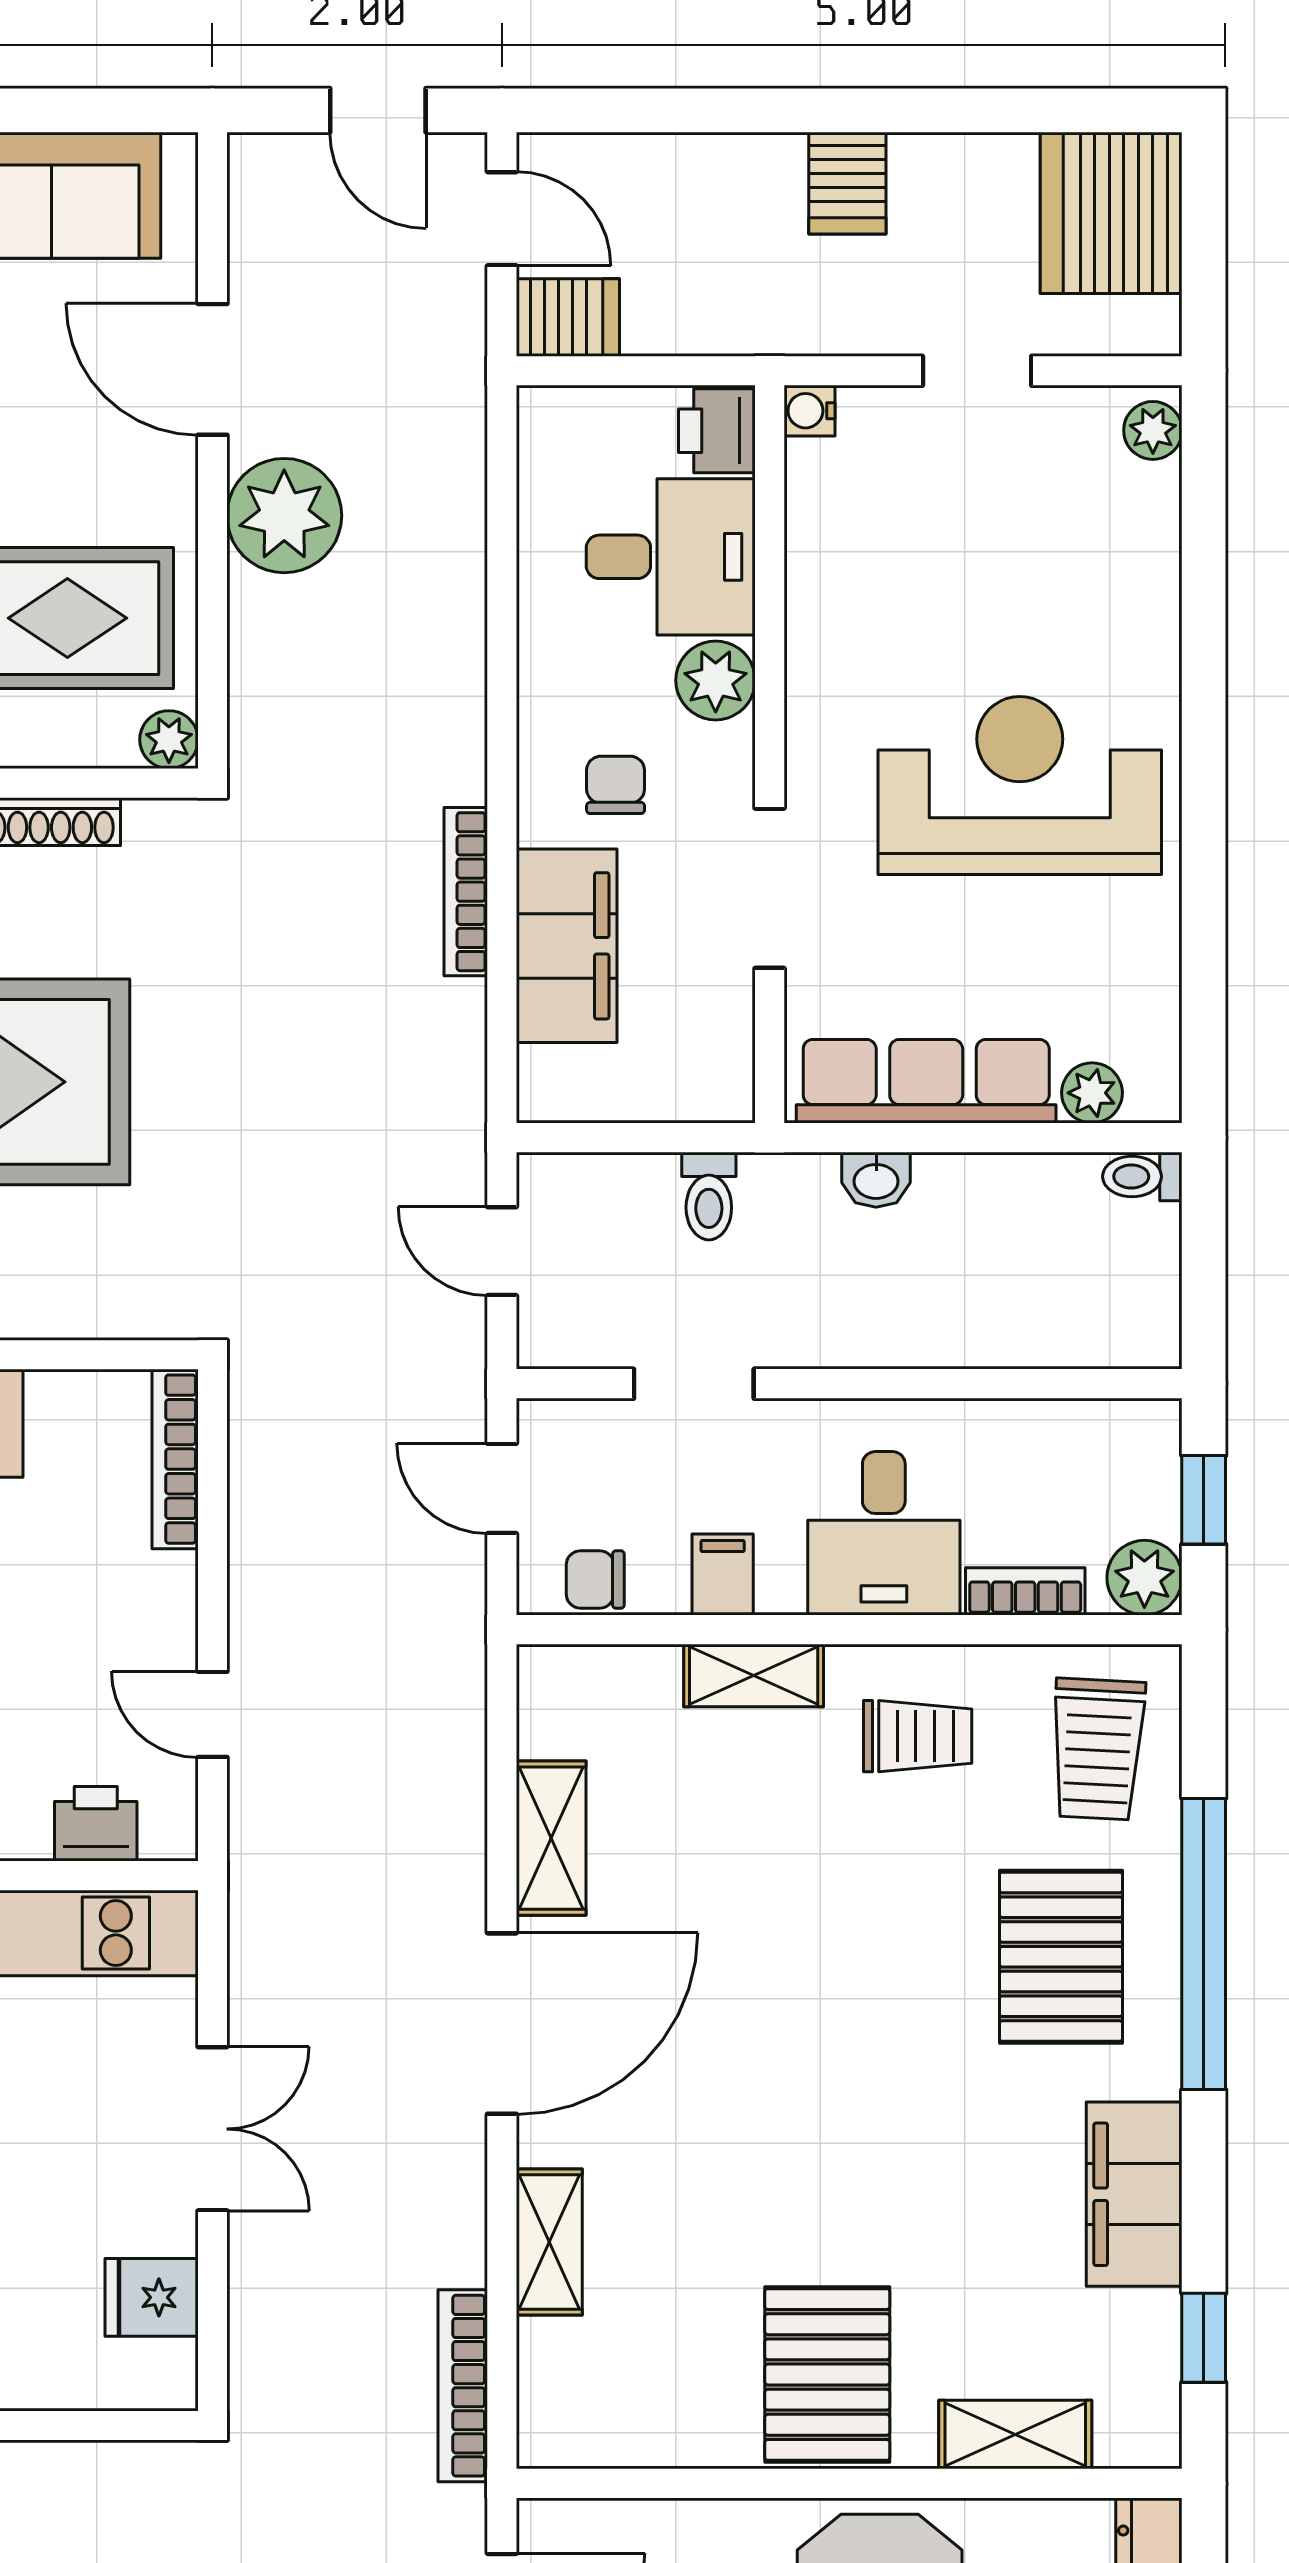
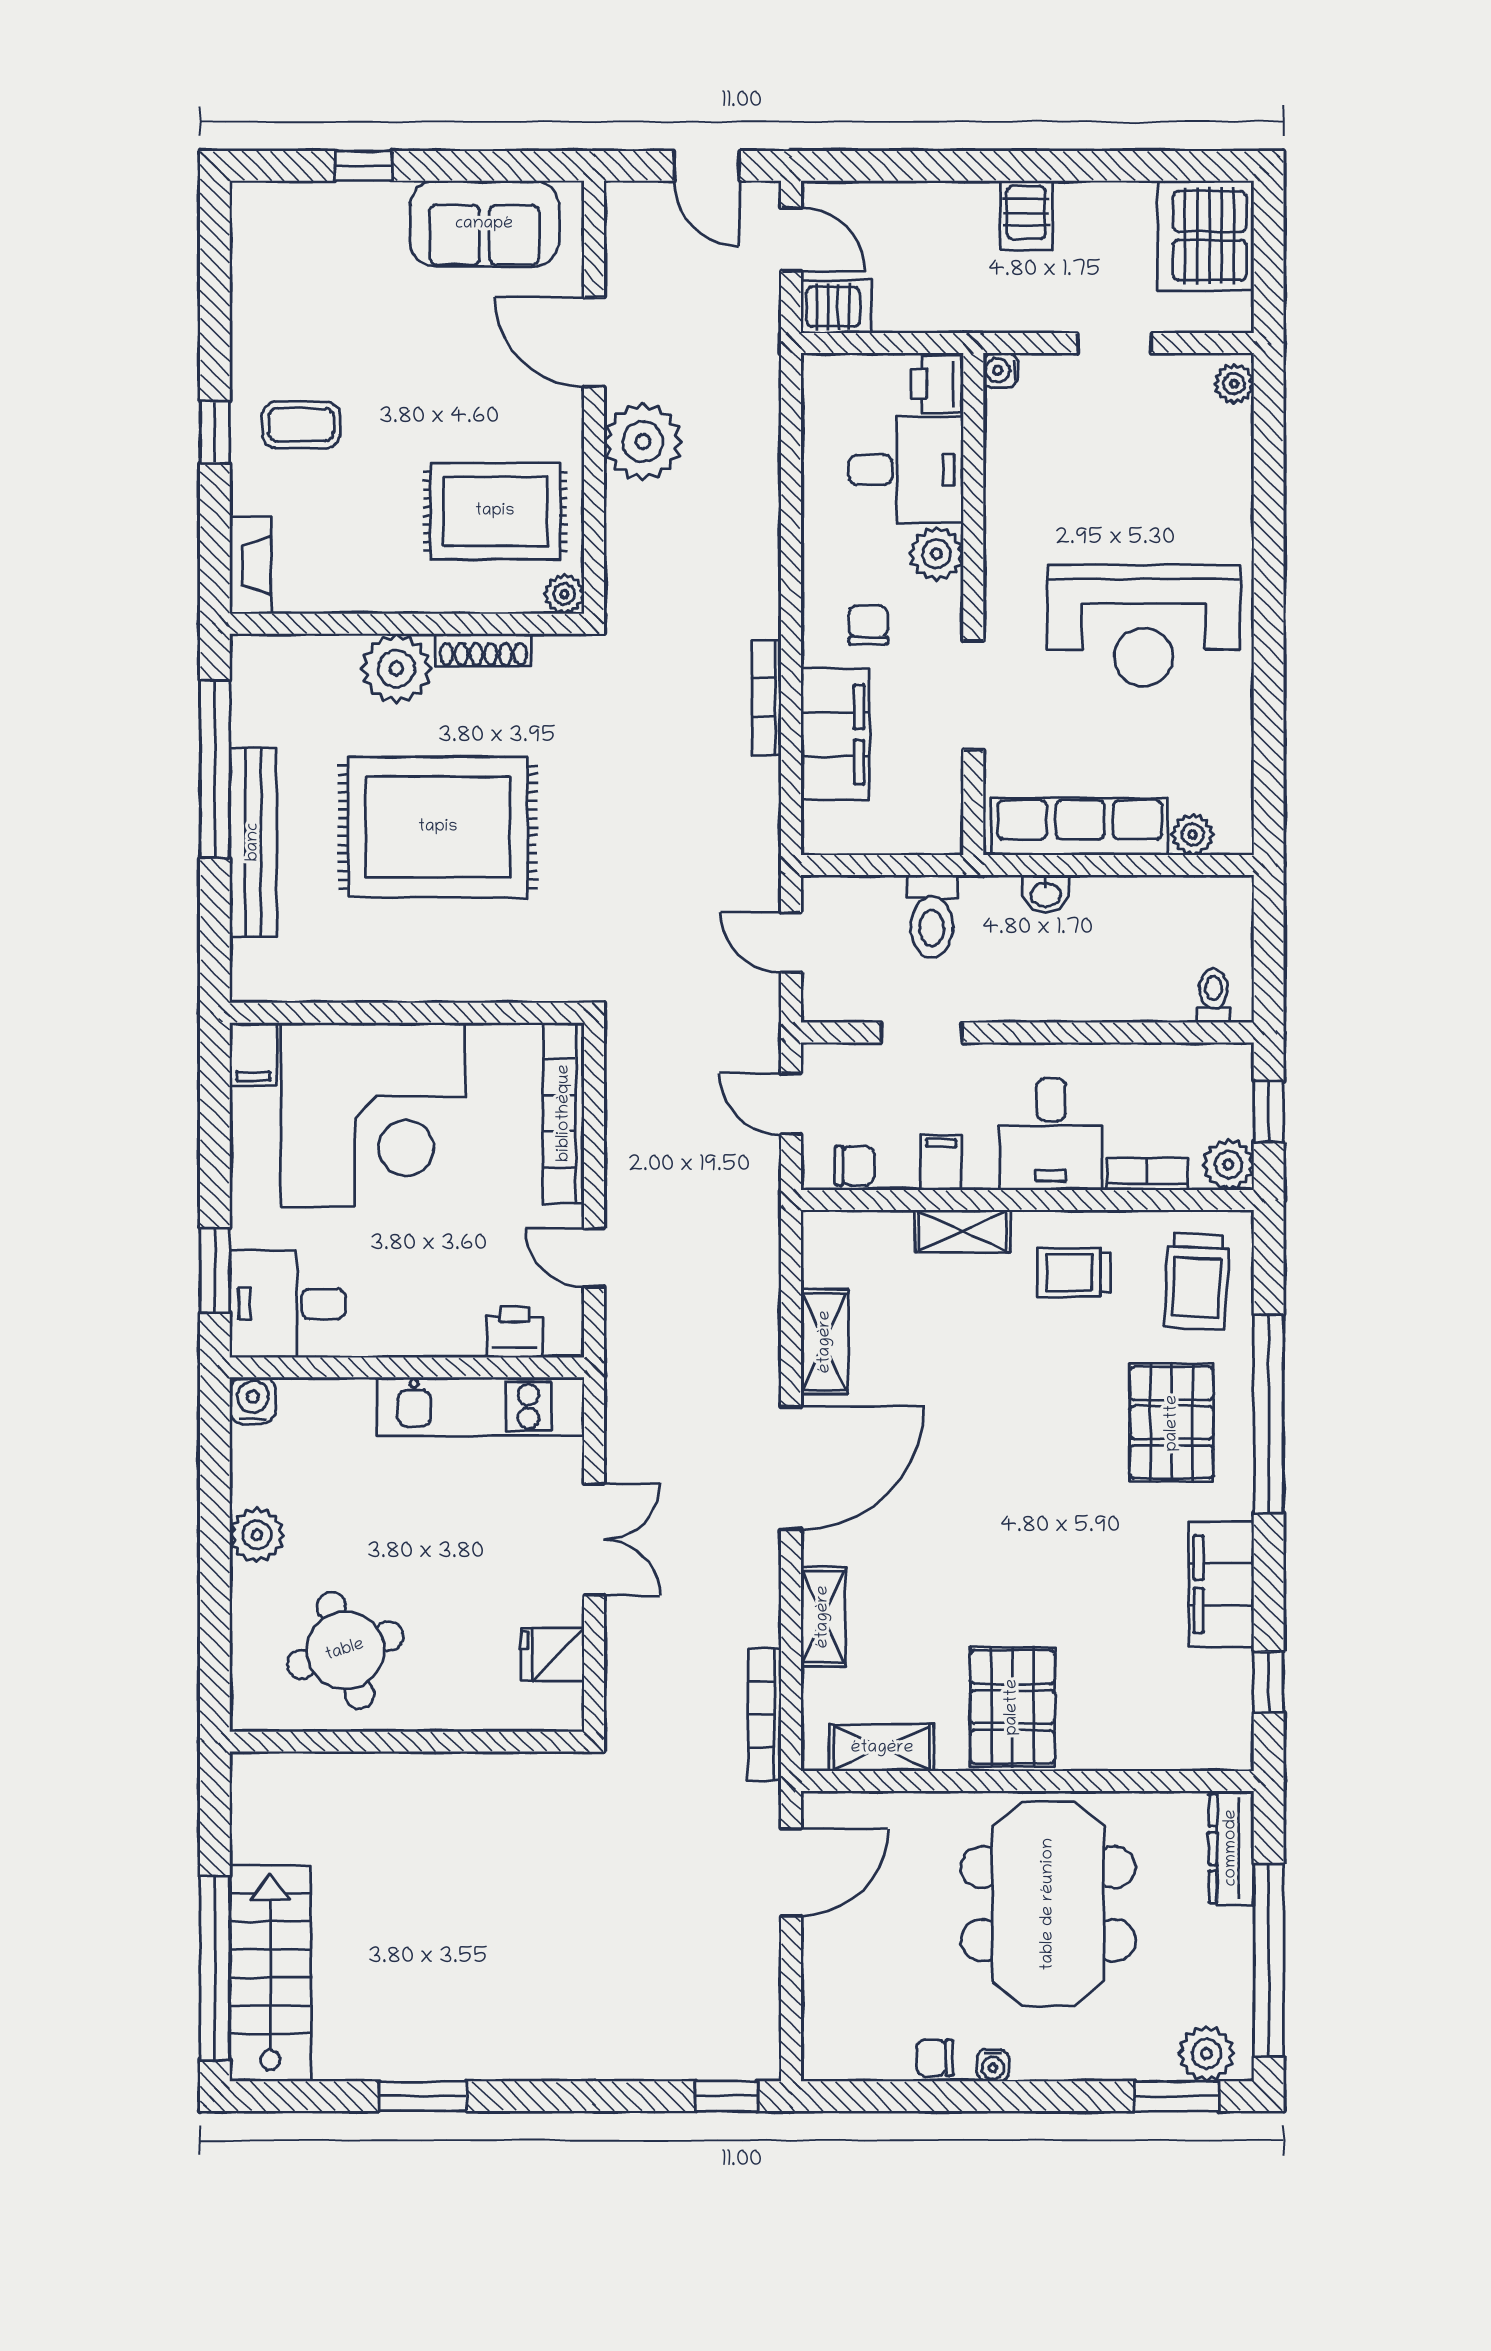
reception desk: (1020, 786) -> (1143, 625), turned 180
toilet: (1142, 1176) -> (1214, 996), moved, turned 90
toilet: (709, 1196) -> (932, 916), width x1.37, depth x1.39
bookcase: (175, 1459) -> (564, 1113), width x1.48, depth x1.31
chair: (595, 1579) -> (855, 1166), turned 180
trolley: (918, 1736) -> (1074, 1272), turned 180
shelving: (1015, 2435) -> (882, 1748), moved

